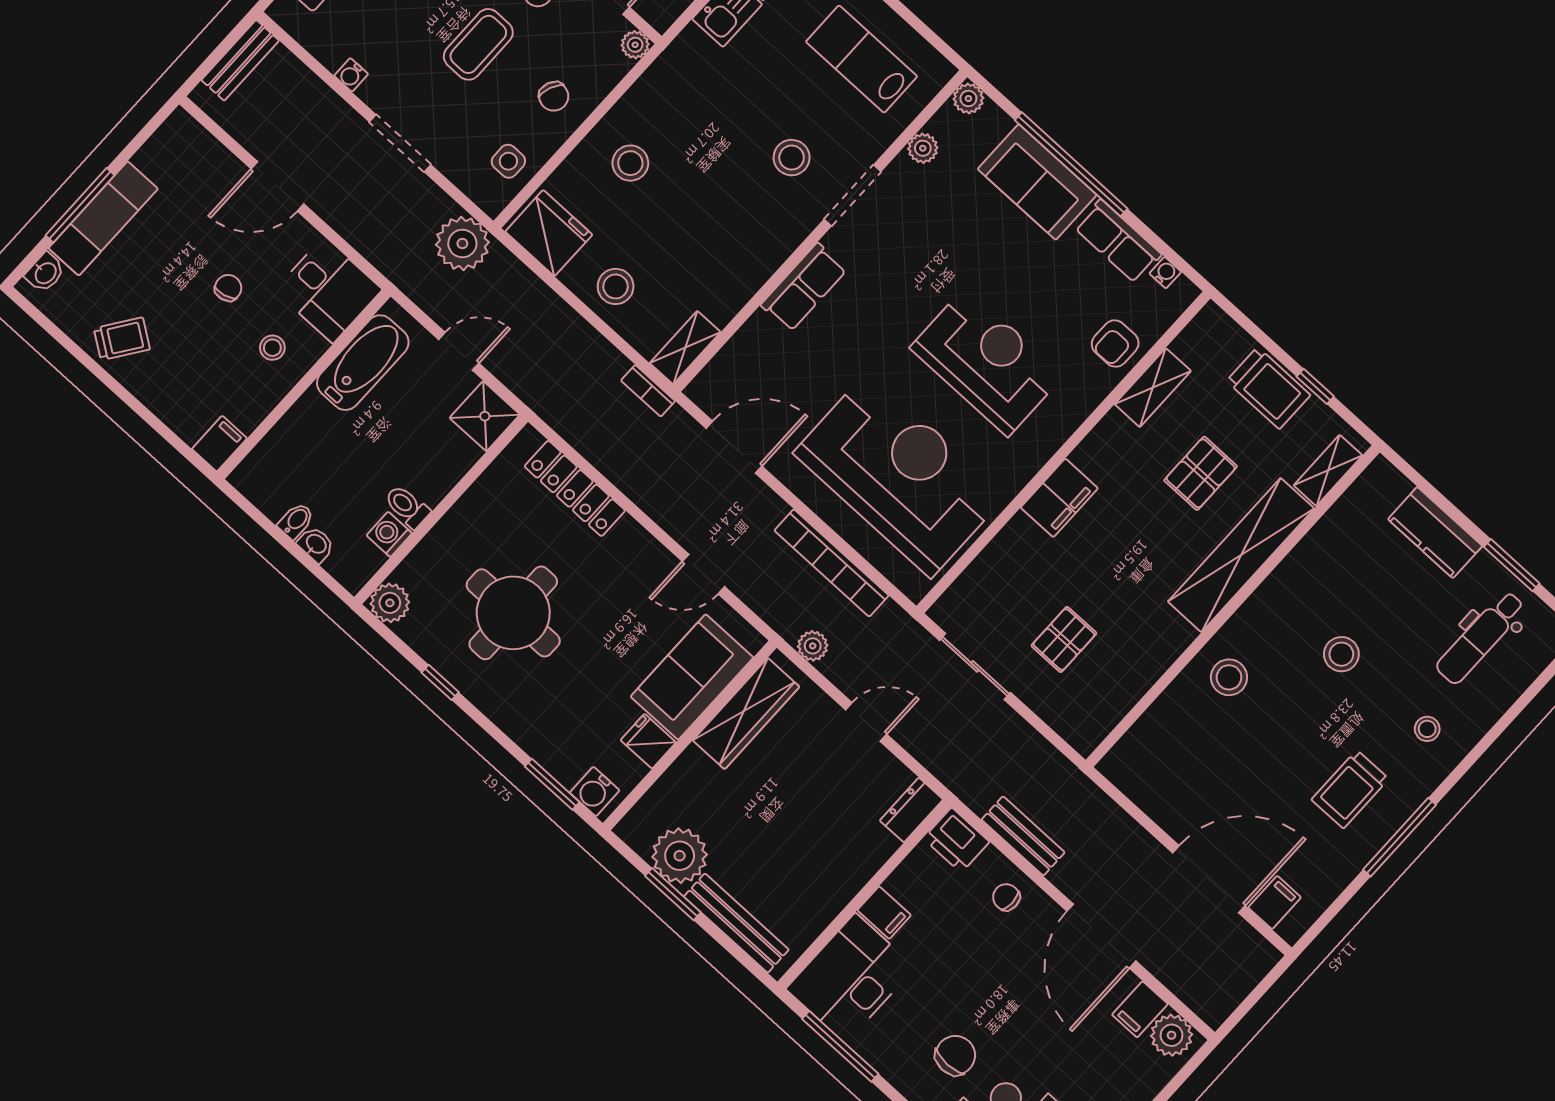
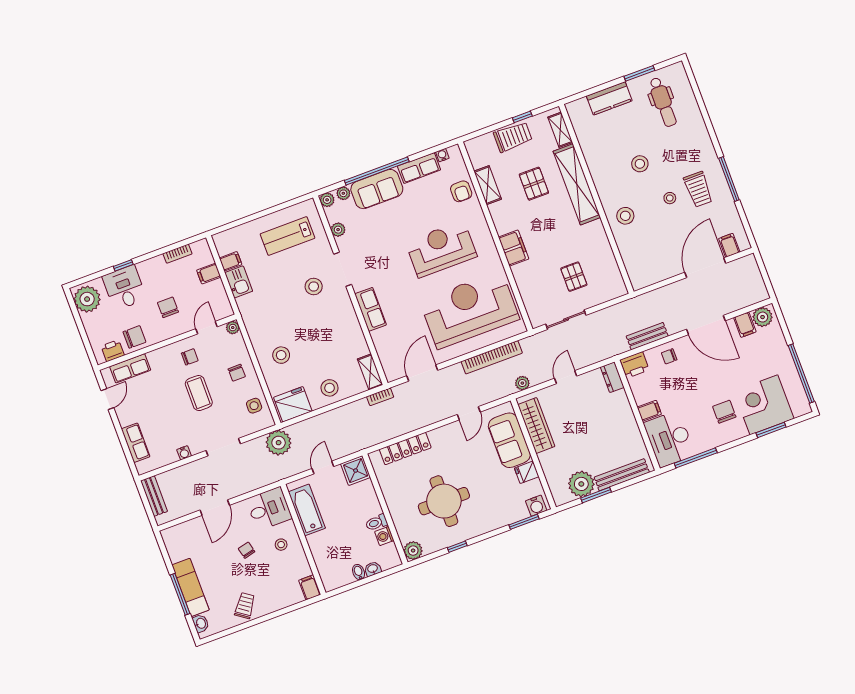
chair: (554, 96) -> (237, 373), turned 68
plant: (997, 123) -> (343, 193), added
stool: (1427, 729) -> (670, 198), moved

